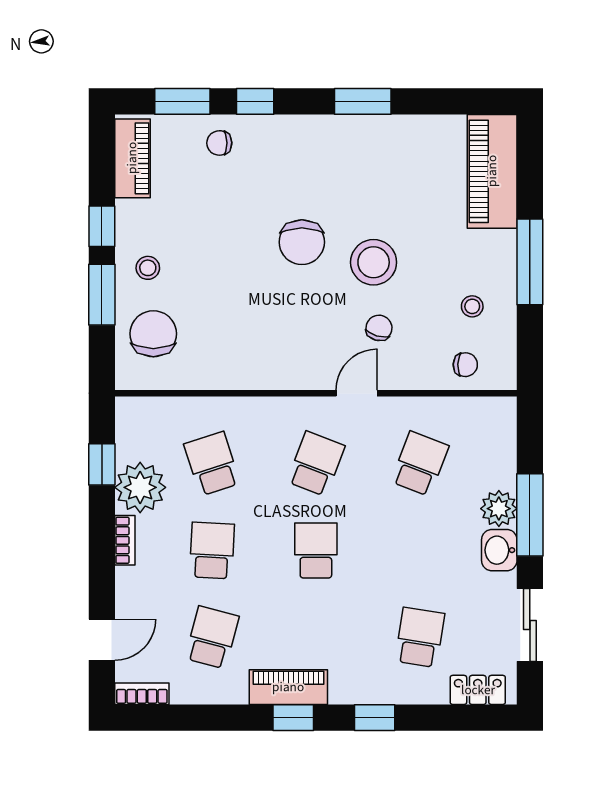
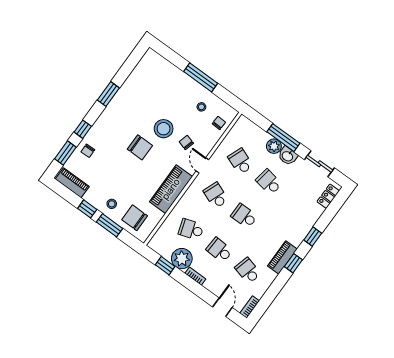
piano: (492, 171) -> (171, 189), moved, turned 90
school desk: (420, 637) -> (269, 182), moved

